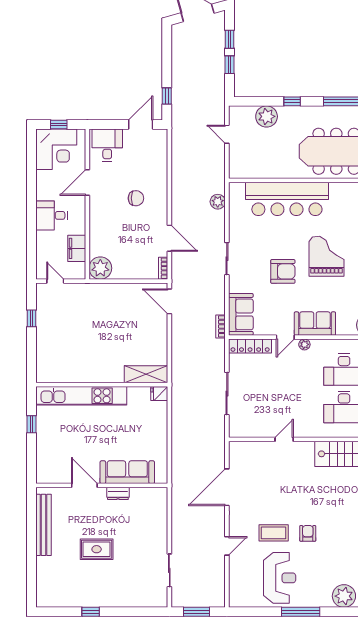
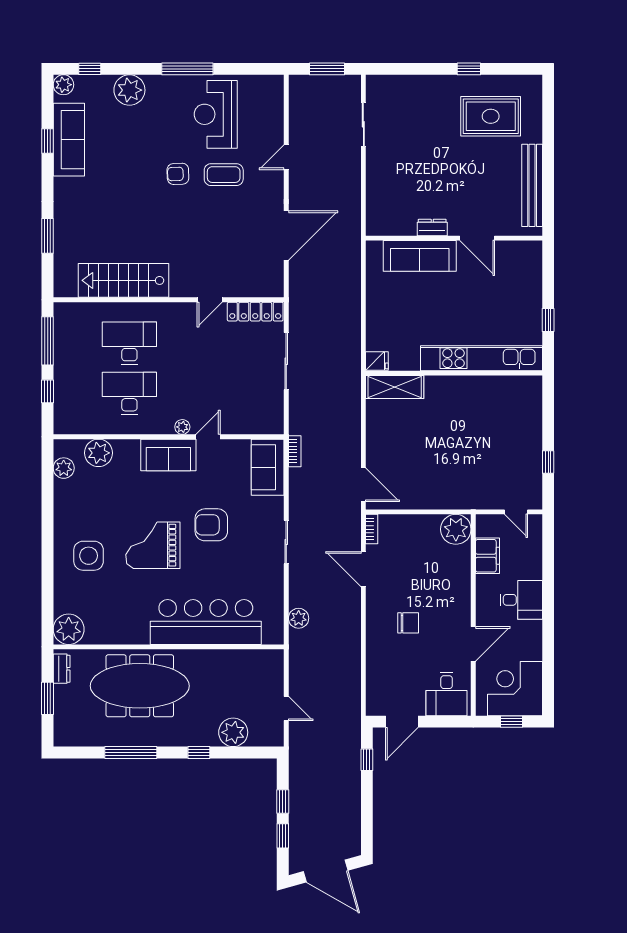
chair: (136, 198) -> (408, 623), turned 180
grand piano: (326, 256) -> (153, 545), turned 90
locker: (250, 346) -> (255, 312), moved, turned 180
armchair: (308, 533) -> (178, 174), turned 88
rug: (97, 549) -> (491, 116), moved, width x1.36, depth x1.43

